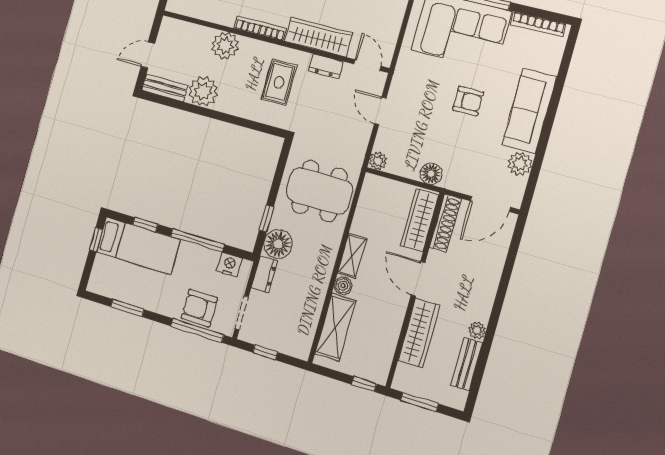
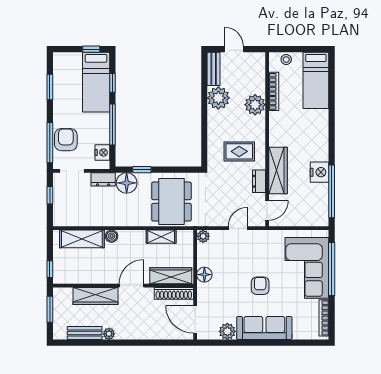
bookcase: (260, 28) -> (274, 91), moved
armchair: (468, 101) -> (260, 286), turned 180
shelving: (352, 256) -> (161, 237), moved

